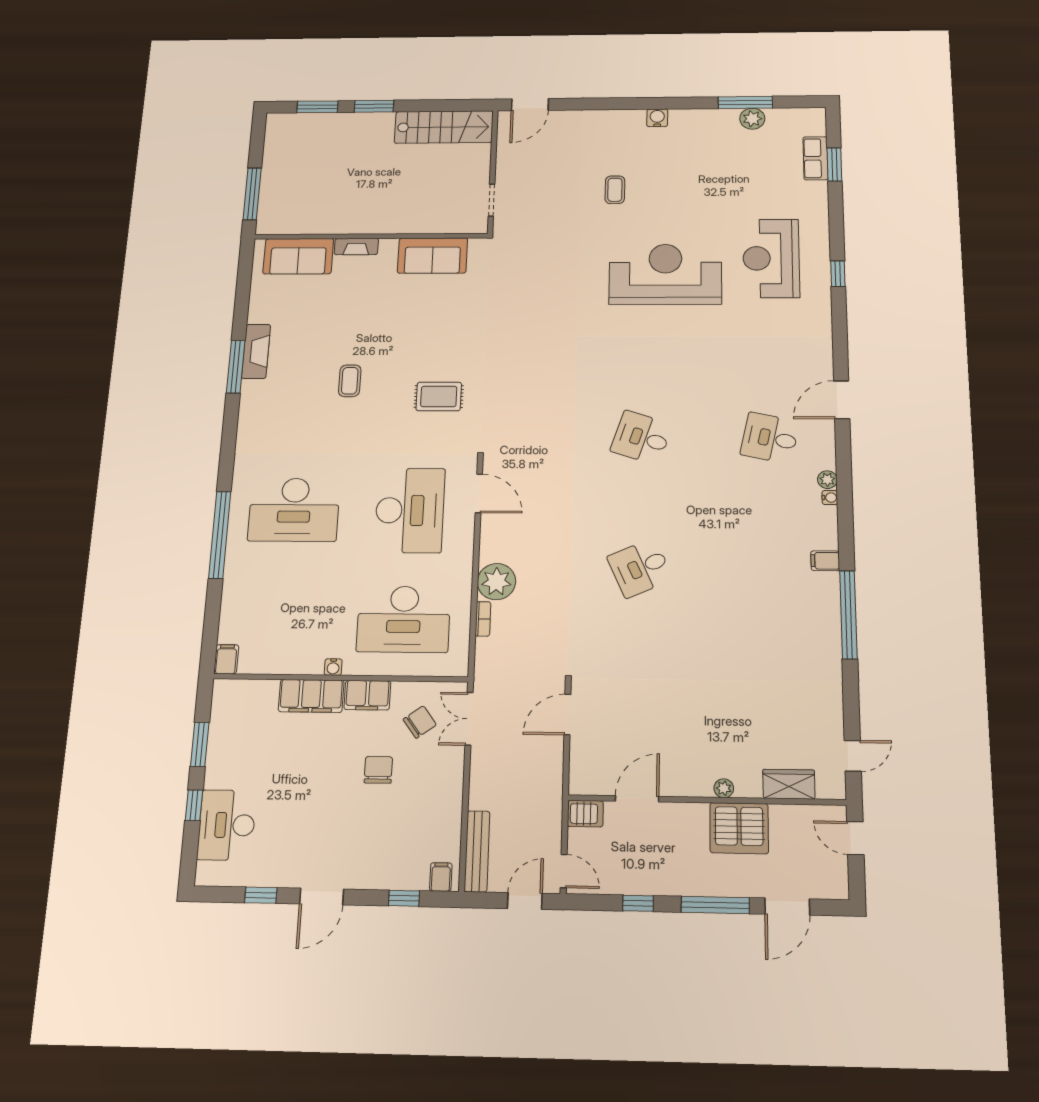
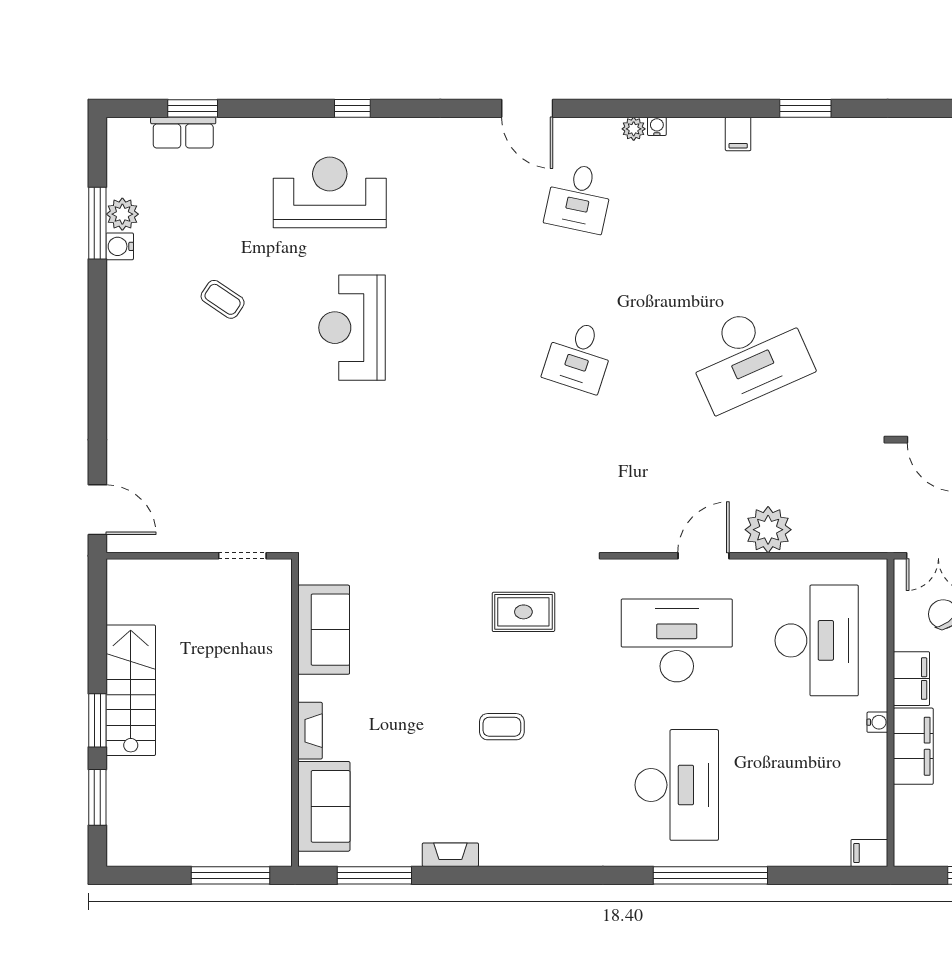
water cooler: (657, 118) -> (120, 246), moved
stairs: (444, 127) -> (131, 690), moved
coffee table: (615, 190) -> (223, 299), moved, turned 34
reception desk: (771, 258) -> (330, 192), turned 180
reception desk: (665, 274) -> (352, 328), width x0.74, depth x0.77
fireplace: (256, 351) -> (450, 855), width x0.73, depth x0.76
window: (236, 367) -> (374, 875), moved
rug: (439, 396) -> (523, 612), turned 90
door: (479, 493) -> (703, 556), moved
desk: (640, 568) -> (749, 356), width x1.87, depth x1.30
window: (848, 615) -> (805, 108), width x0.47
bookcase: (483, 619) -> (815, 544), removed

